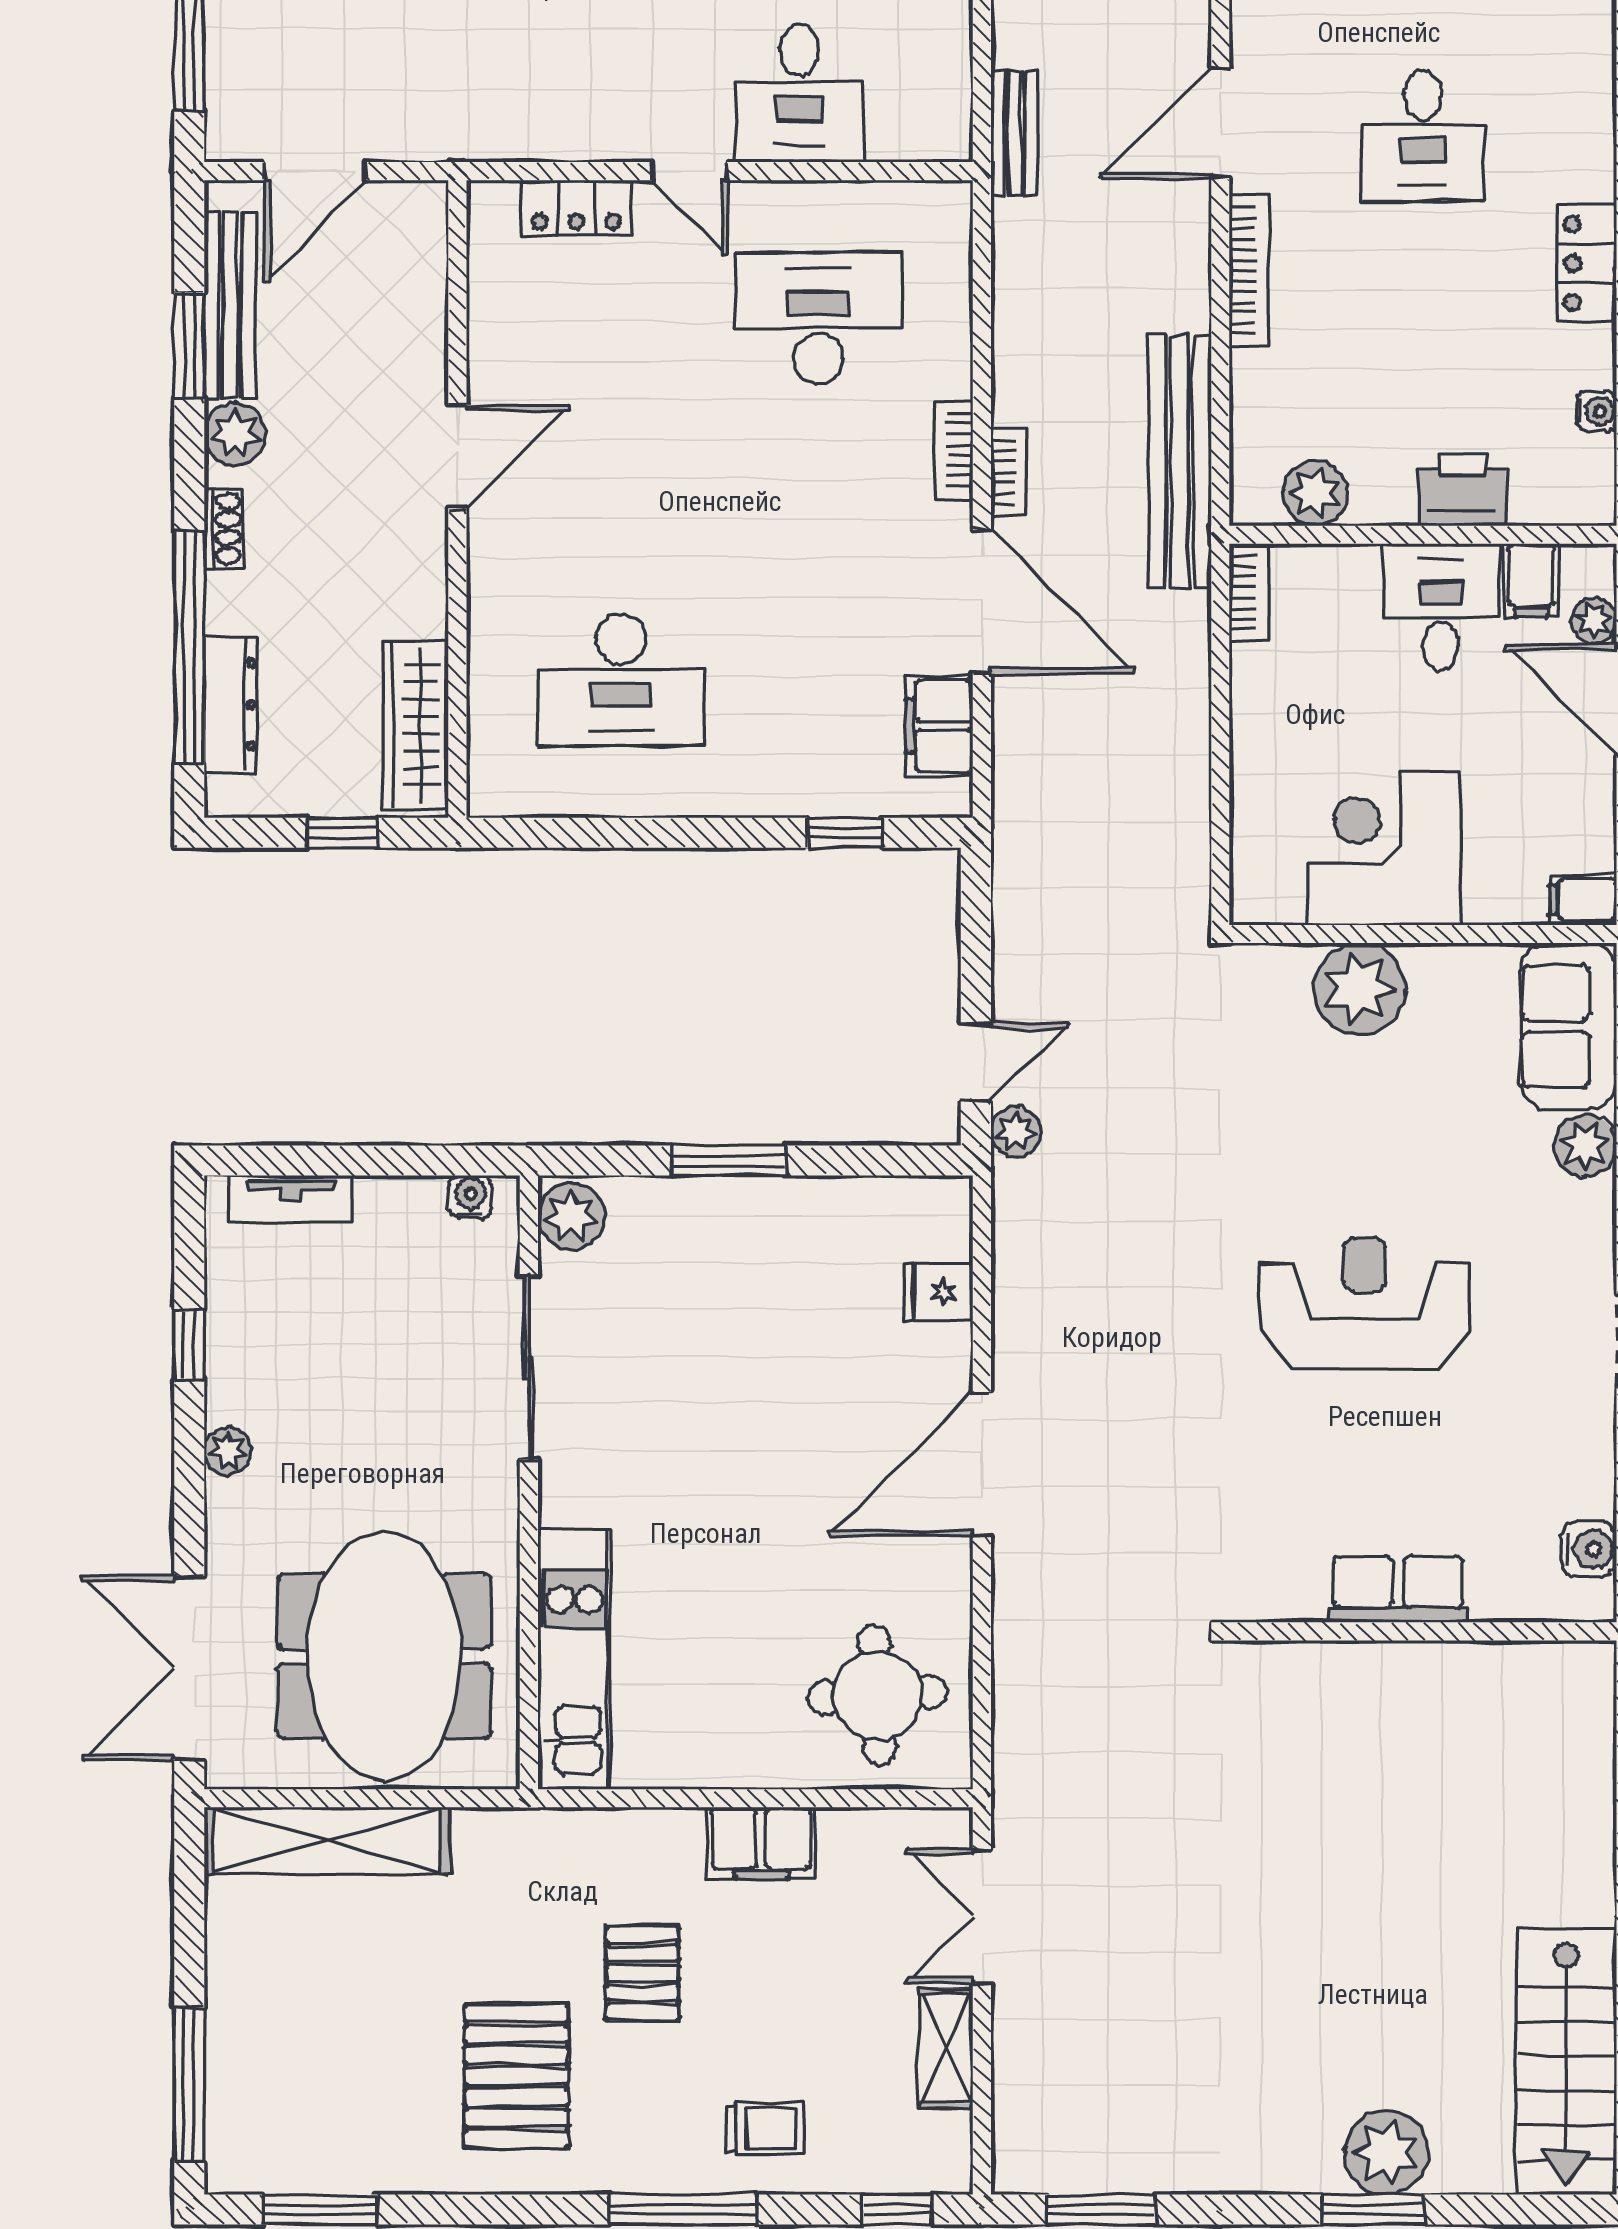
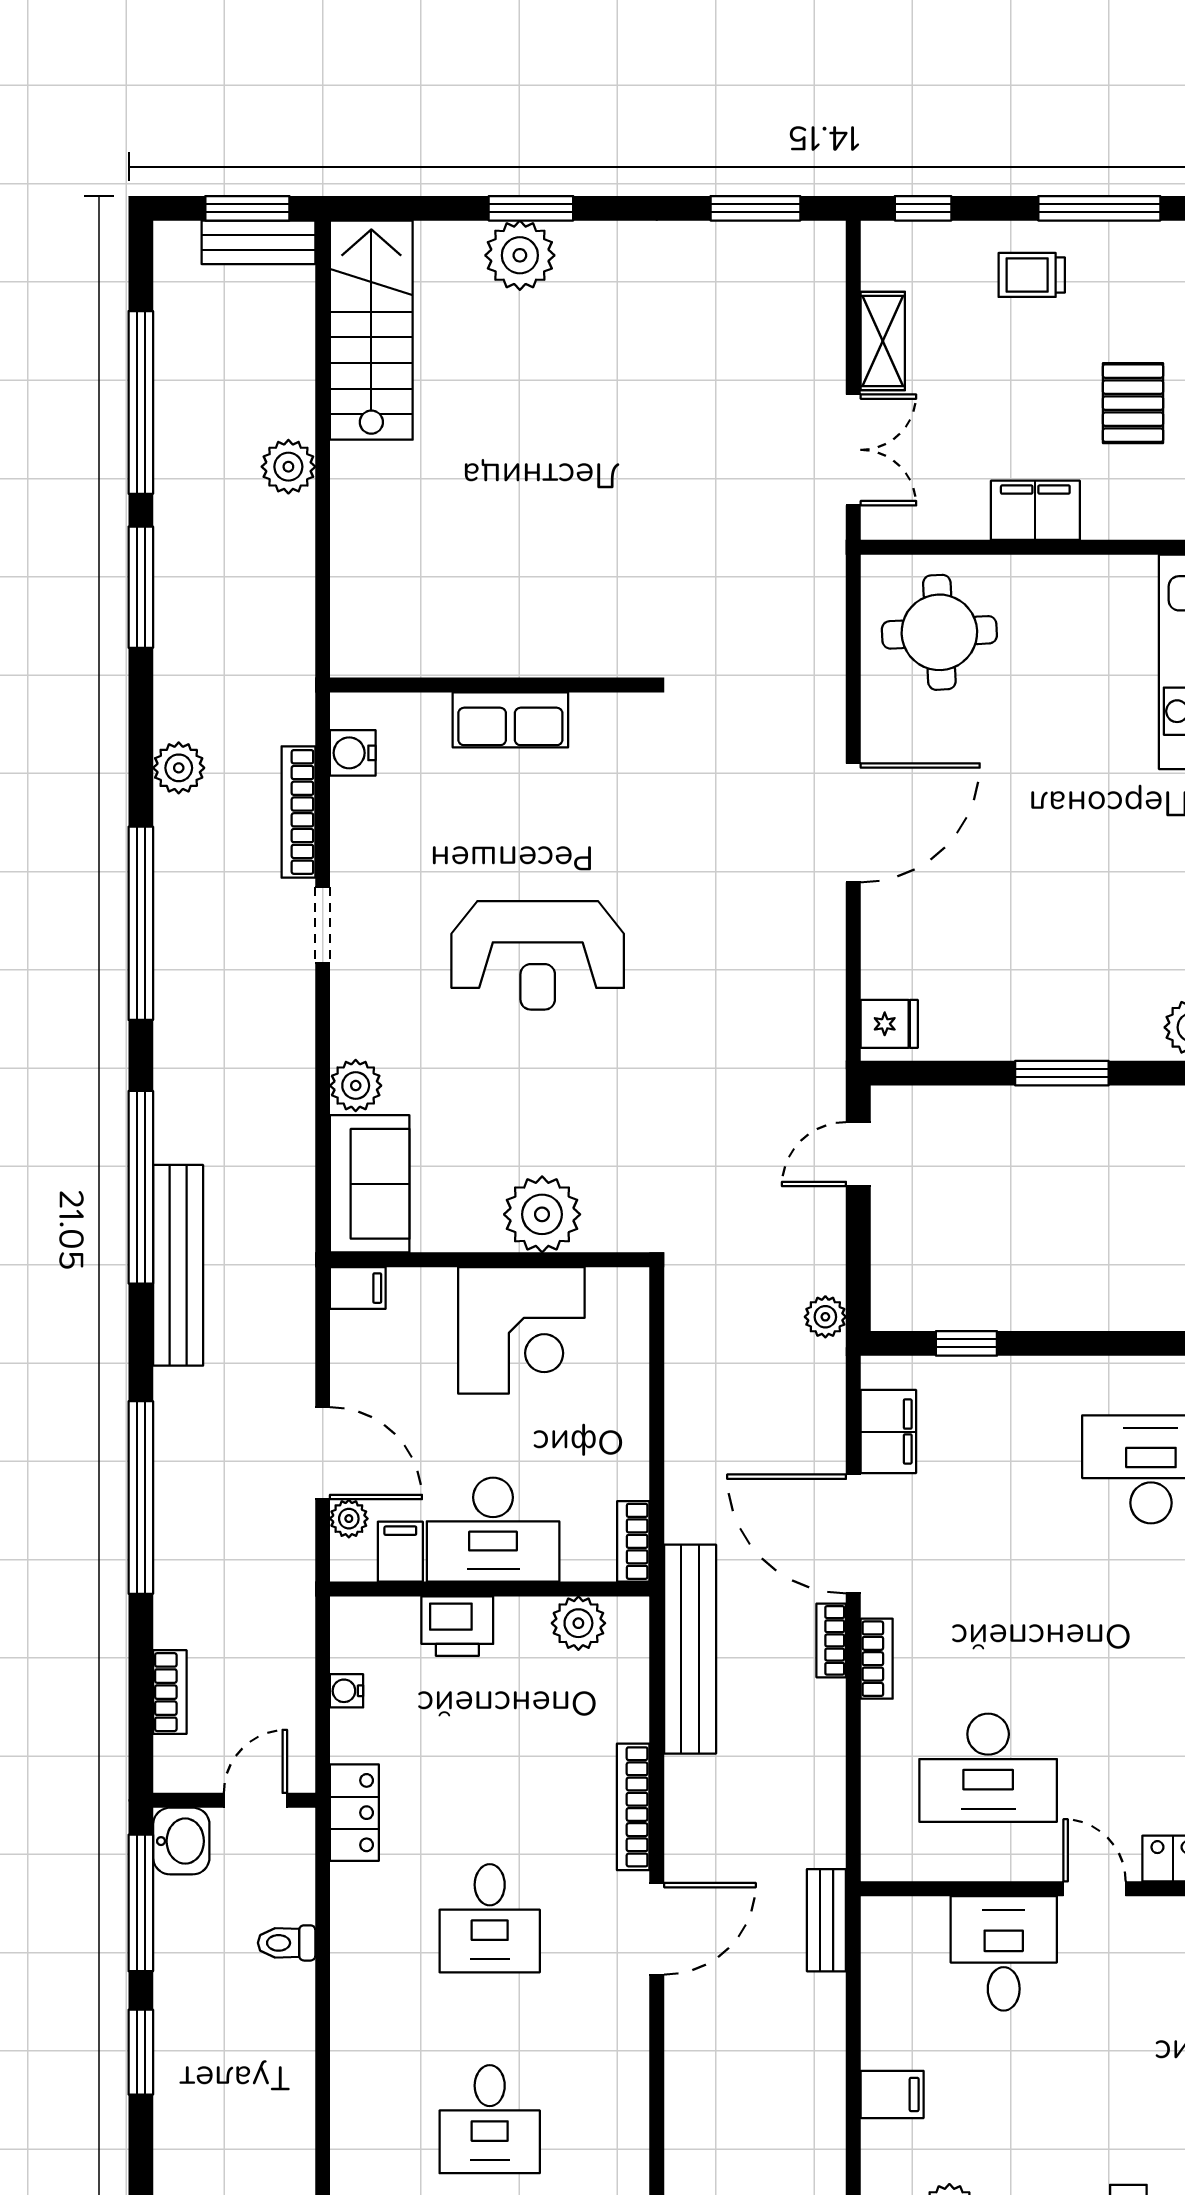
desk: (1423, 135) -> (490, 1918), turned 180
desk: (1441, 607) -> (493, 1530), width x1.37
plant: (1016, 1132) -> (825, 1317), moved
fridge: (938, 1292) -> (889, 1024), moved

